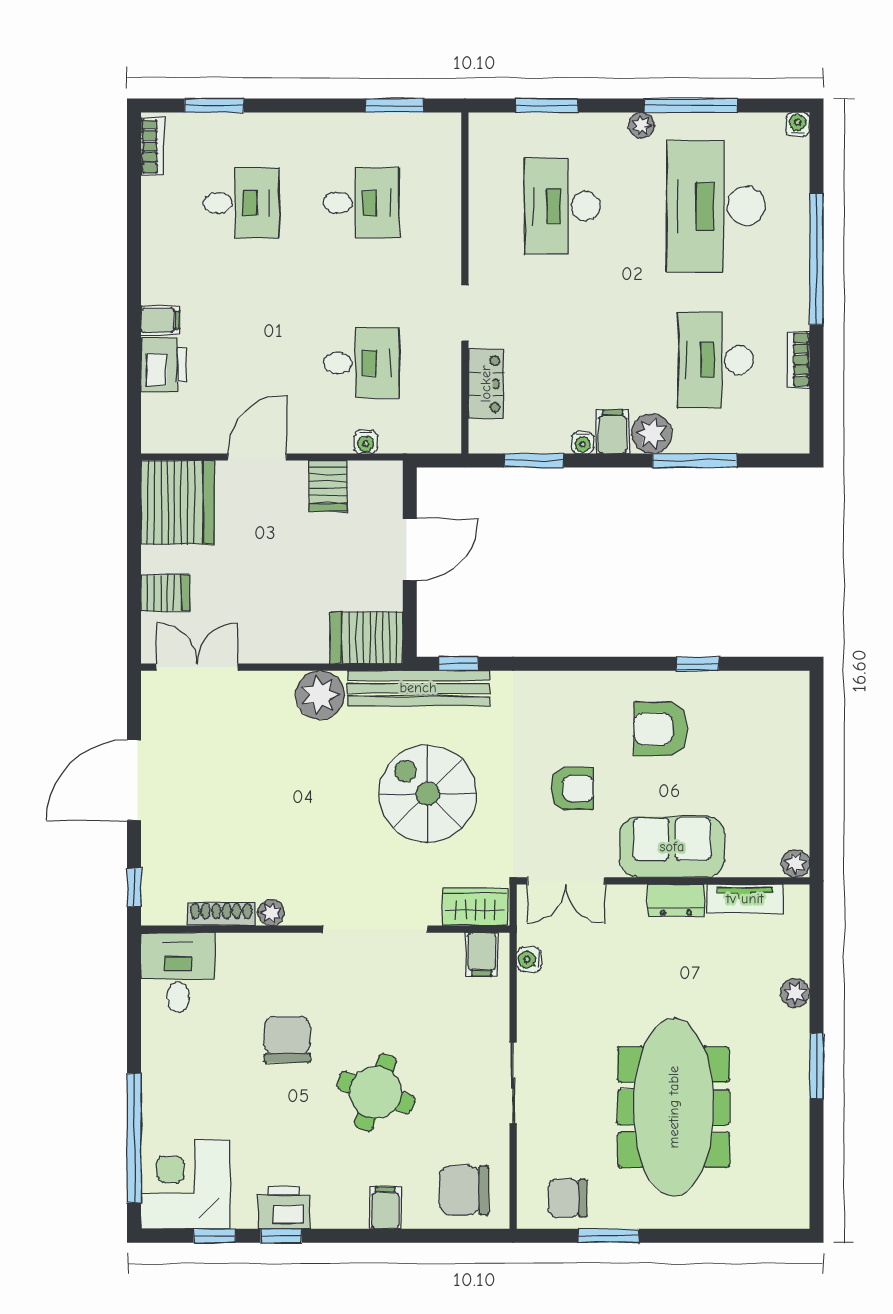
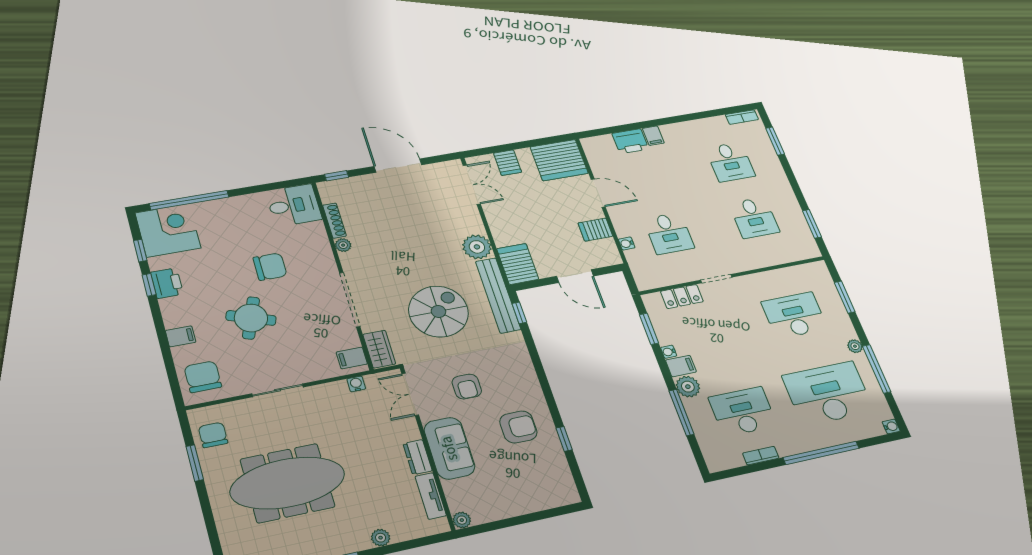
armchair: (661, 729) -> (518, 427), turned 90

